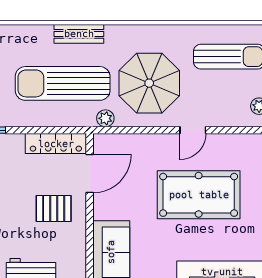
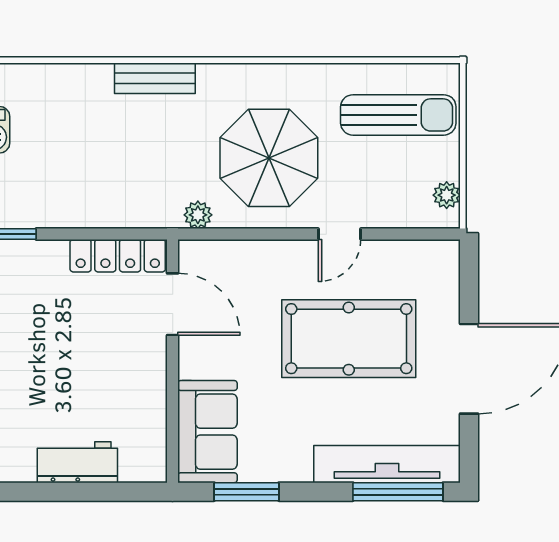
sun lounger: (63, 83) -> (129, 158), removed
door: (90, 174) -> (173, 304), hinge flipped
pallet: (54, 209) -> (114, 361), removed

